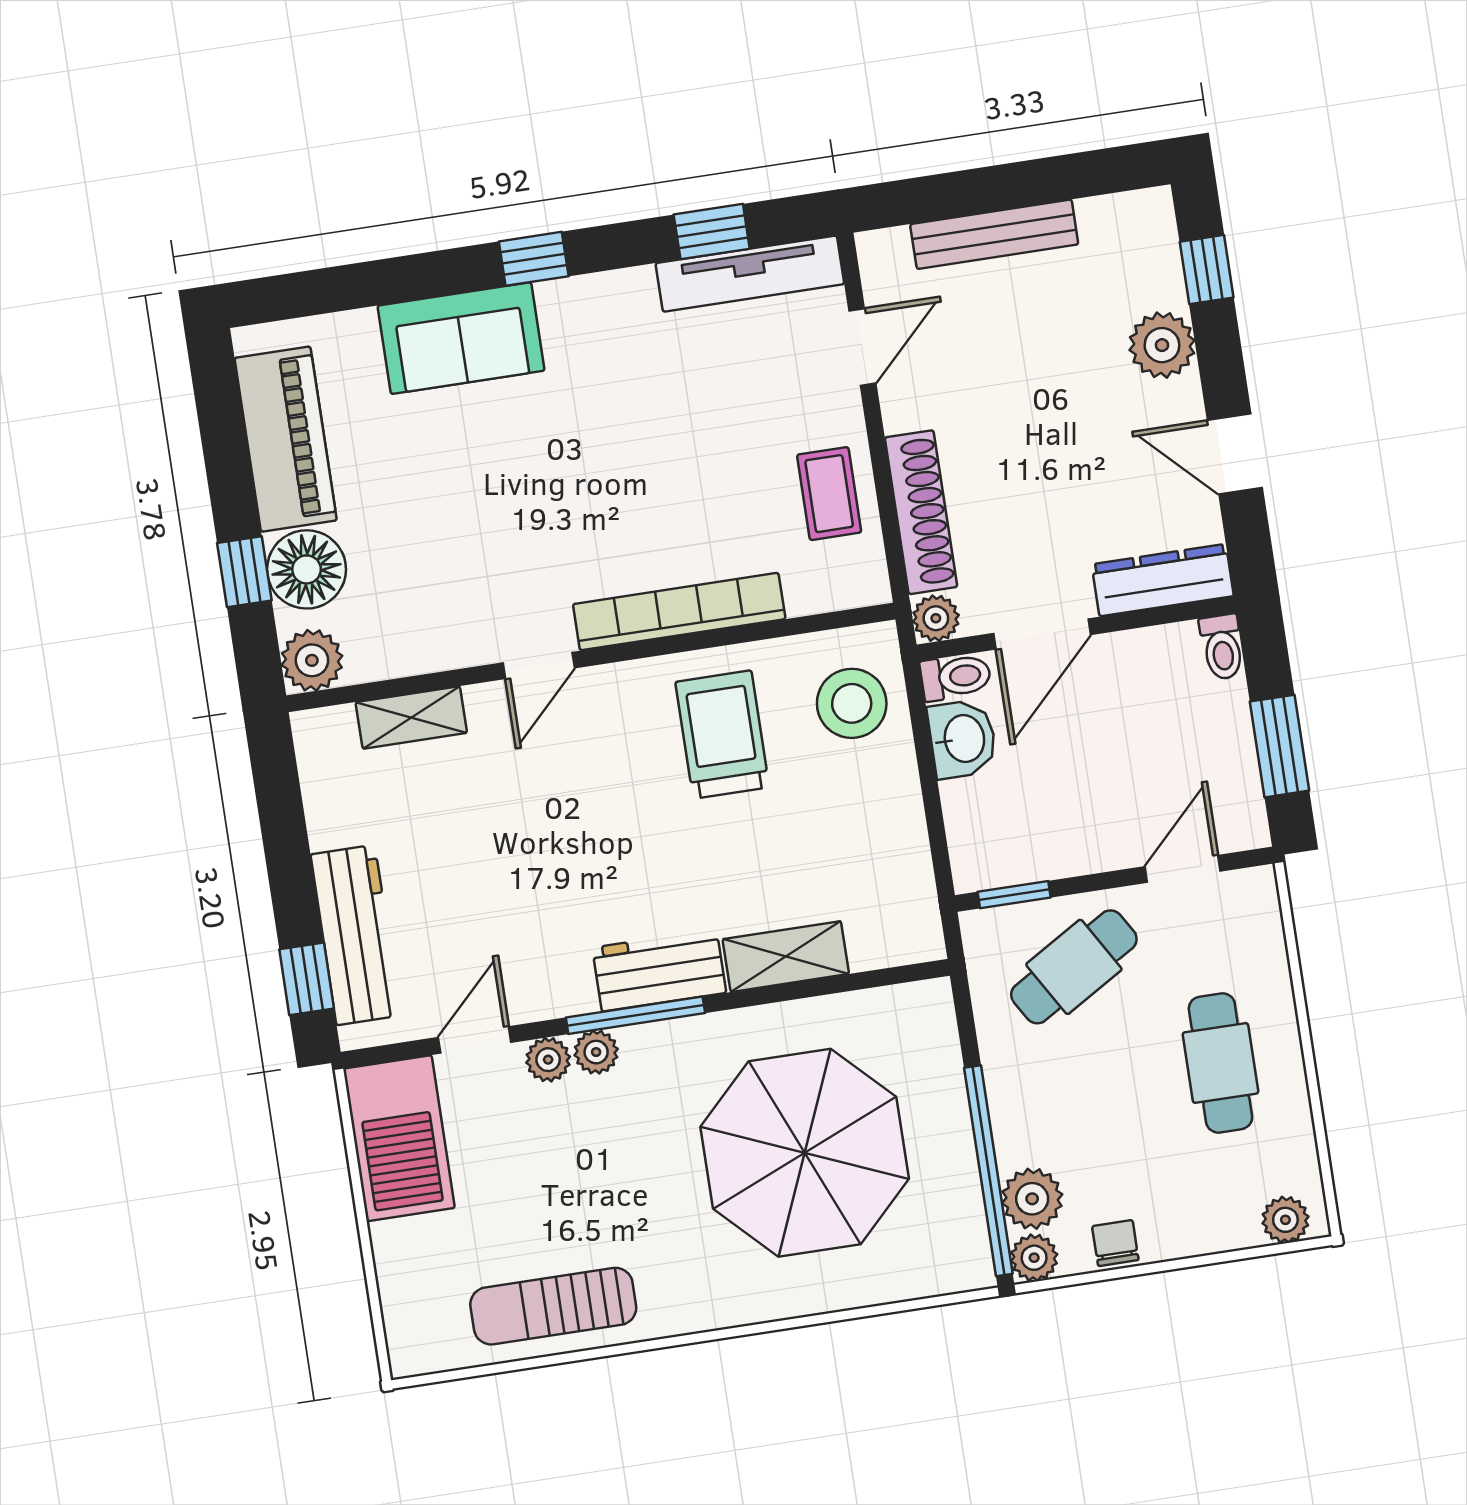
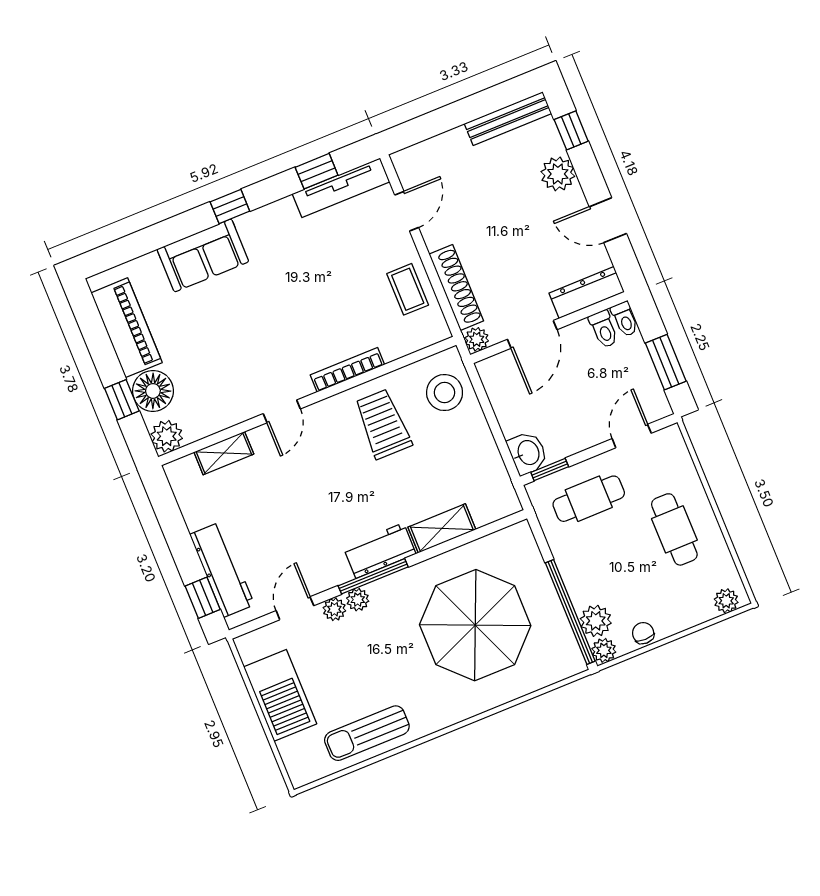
bench: (994, 234) -> (508, 119), moved
bookcase: (679, 612) -> (347, 370), width x0.68, depth x0.76
toilet: (956, 677) -> (604, 329), moved, turned 90
washbasin: (963, 739) -> (528, 453), moved
cafe table: (1074, 967) -> (589, 499), turned 31
barbecue: (399, 1138) -> (280, 695), moved

